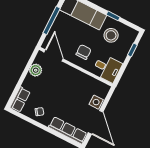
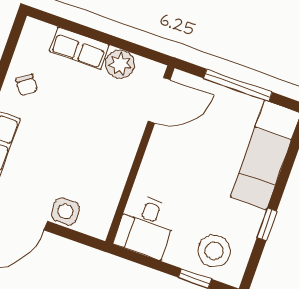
stool: (111, 35) -> (214, 251), moved
chair: (84, 52) -> (176, 168), removed
row of seats: (20, 100) -> (79, 48), moved

